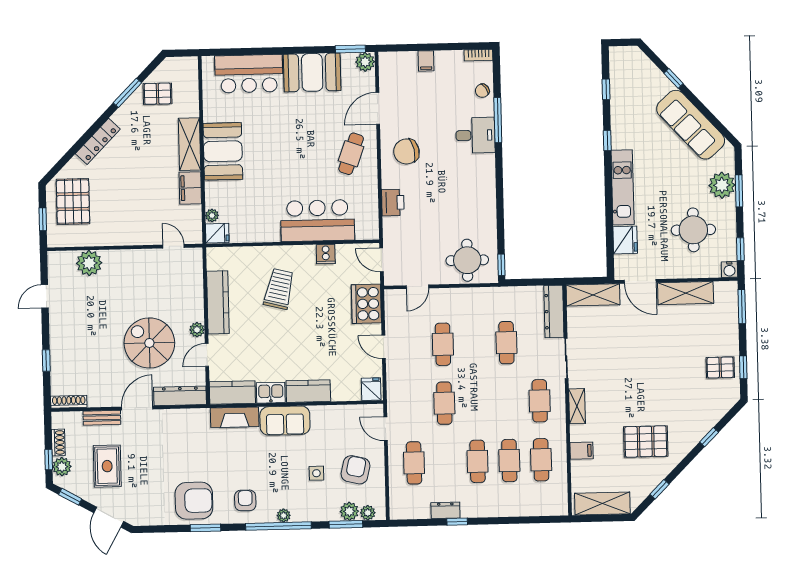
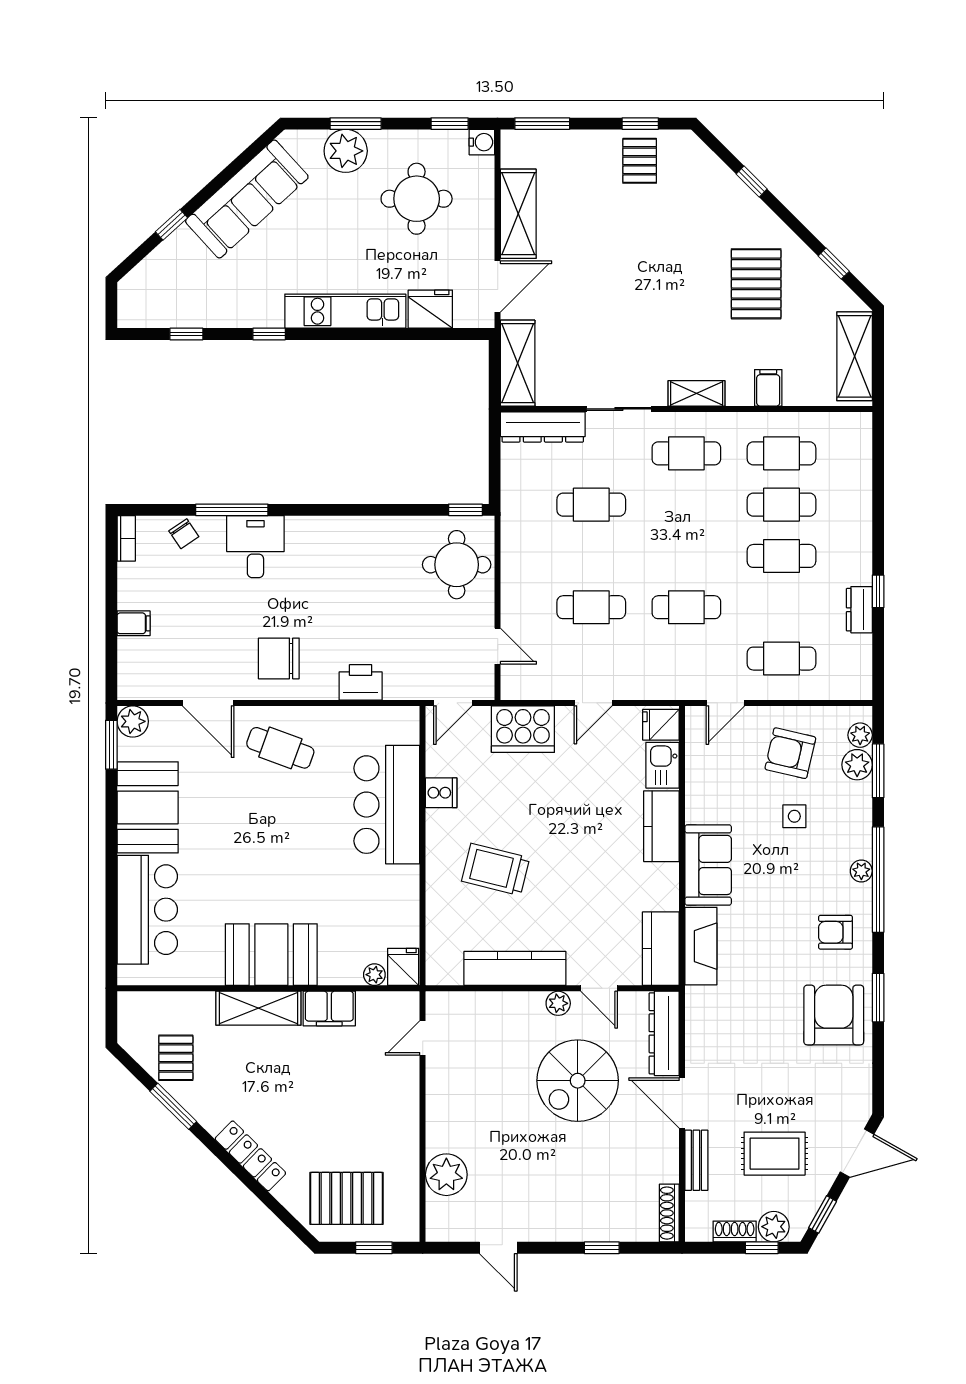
chair: (406, 151) -> (279, 658), turned 102
kitchen sink: (271, 393) -> (663, 765), moved

